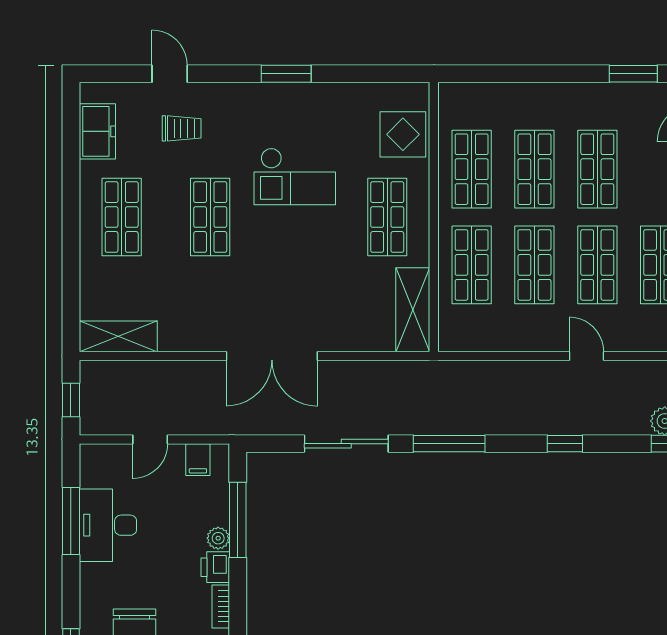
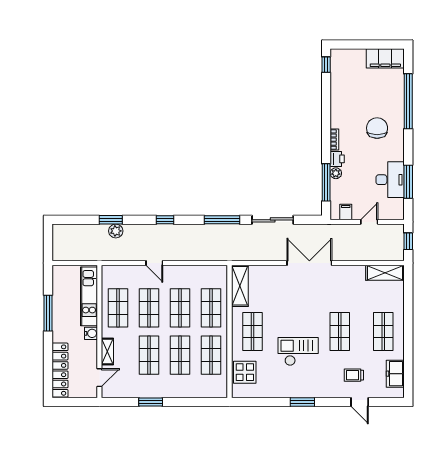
window: (633, 74) -> (151, 402), moved

